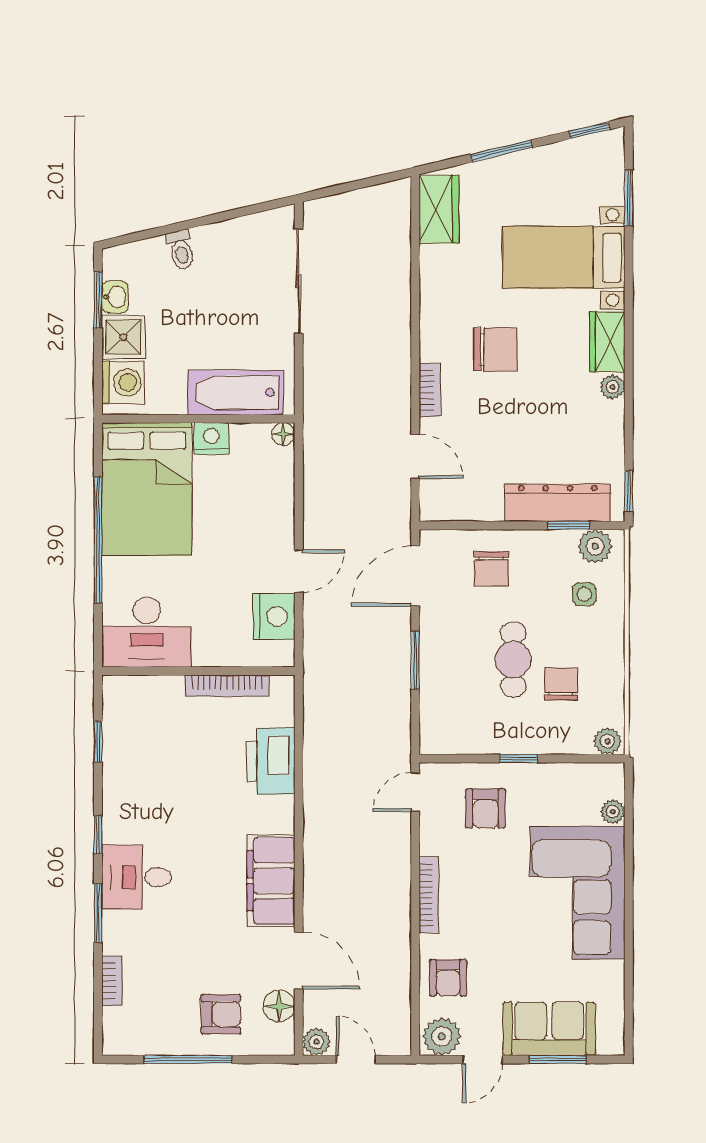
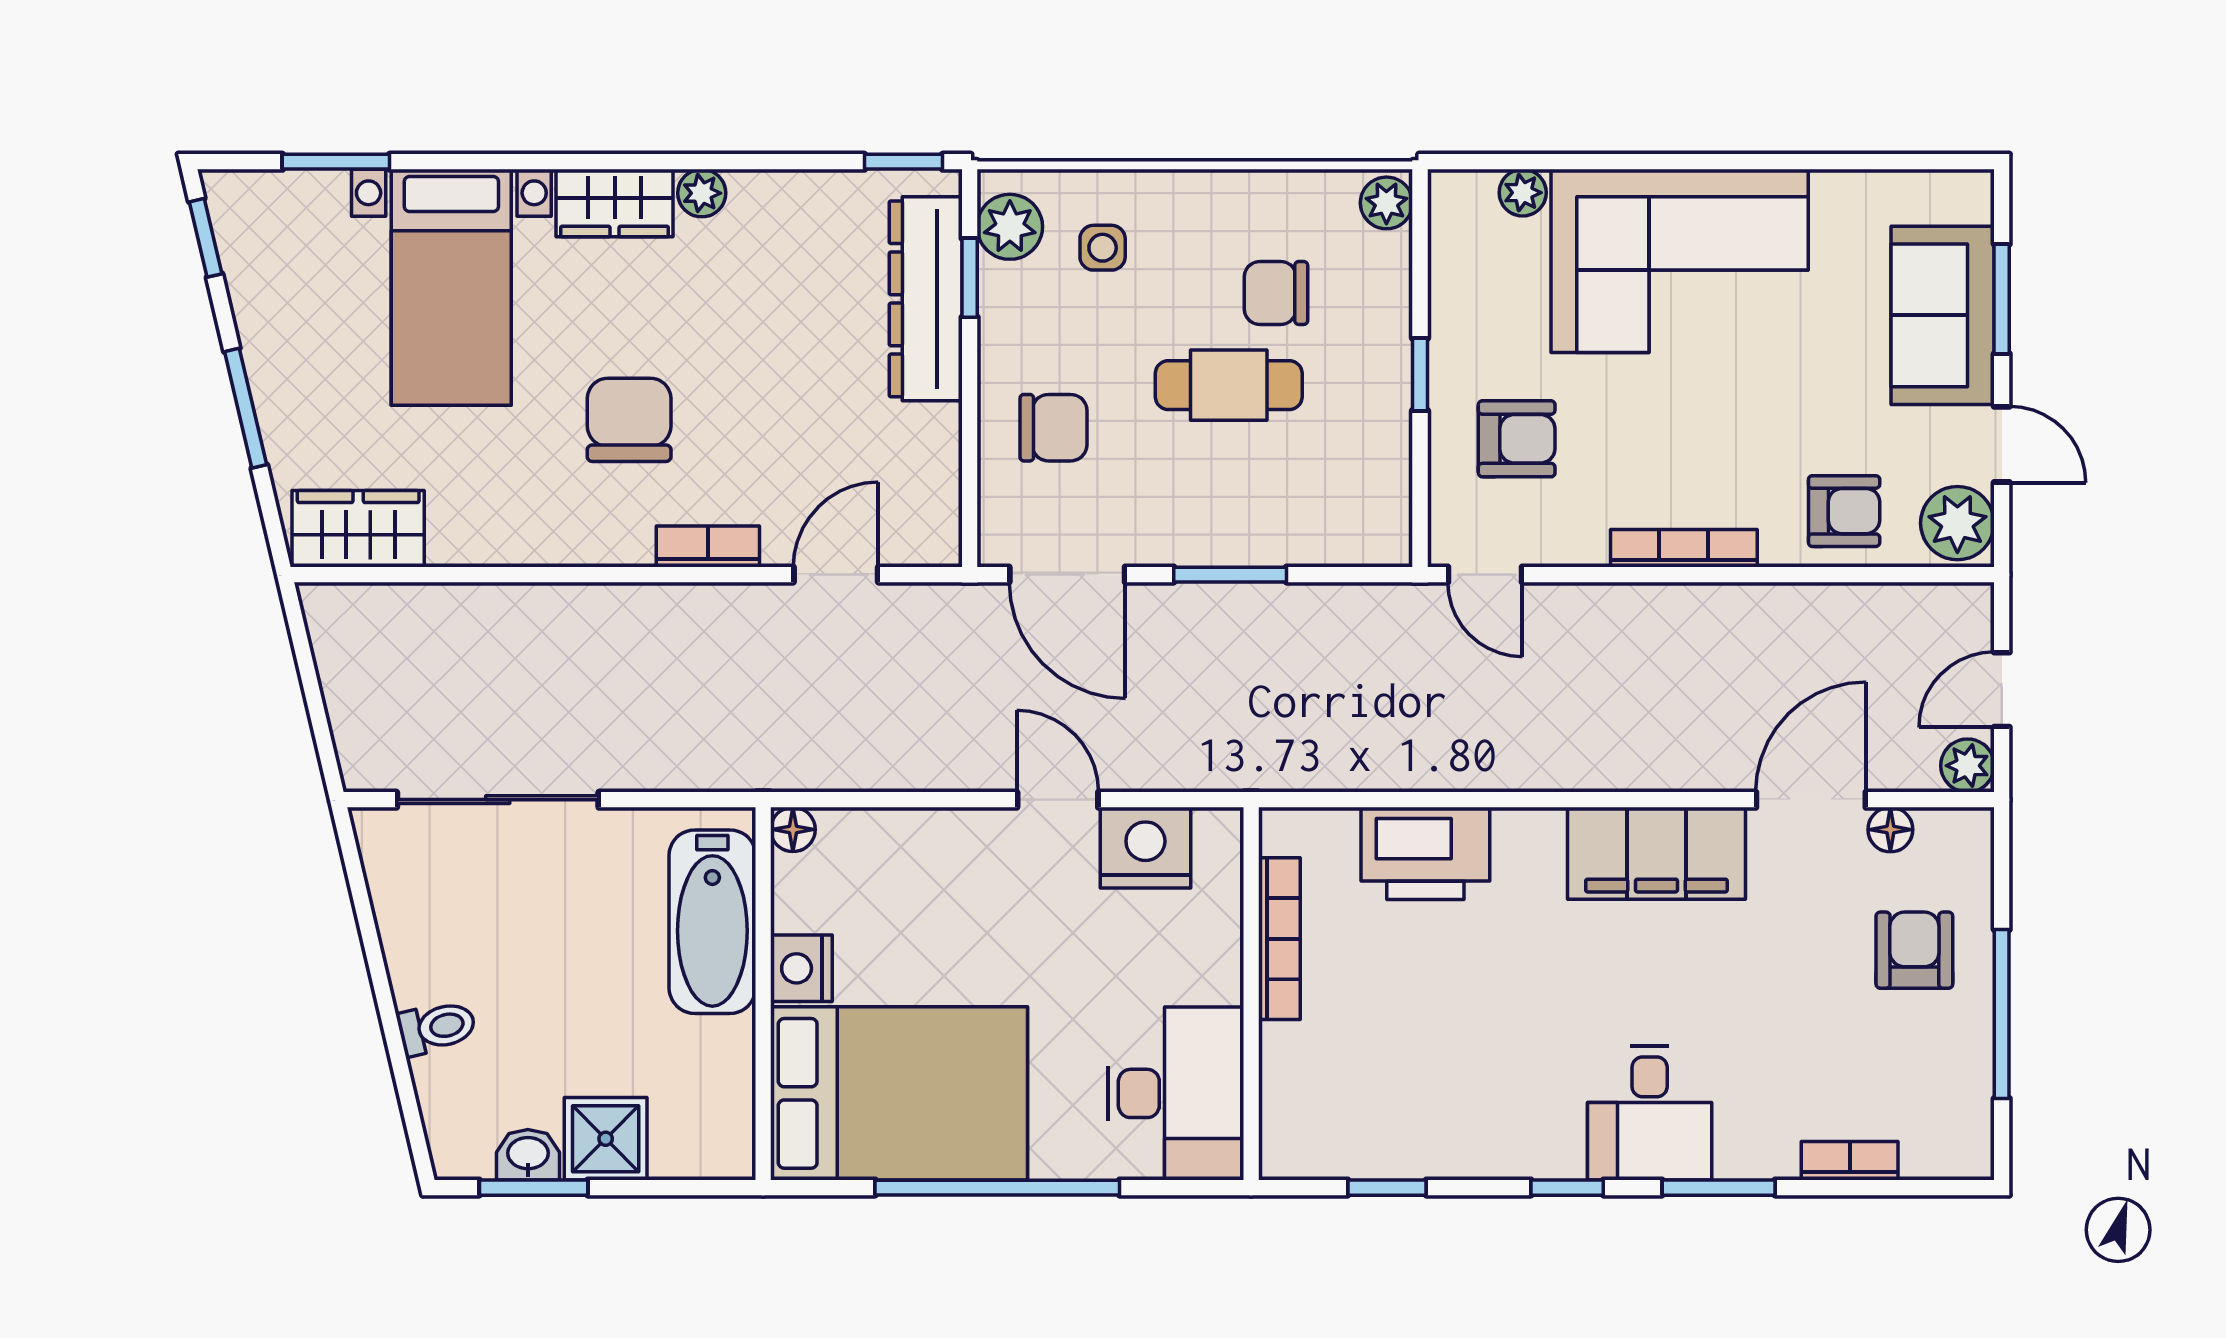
washing machine: (123, 382) -> (693, 1139), removed
floor lamp: (279, 1006) -> (1890, 830), width x0.73, depth x0.73

